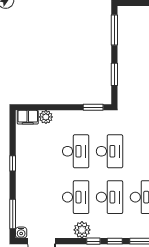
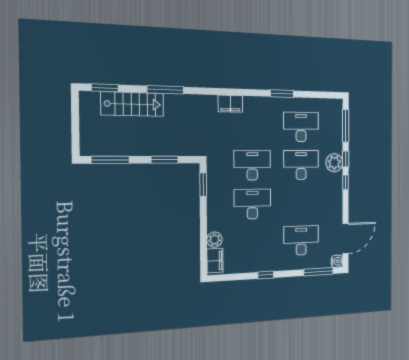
desk: (76, 197) -> (301, 240), moved
plant: (82, 230) -> (334, 163), moved

